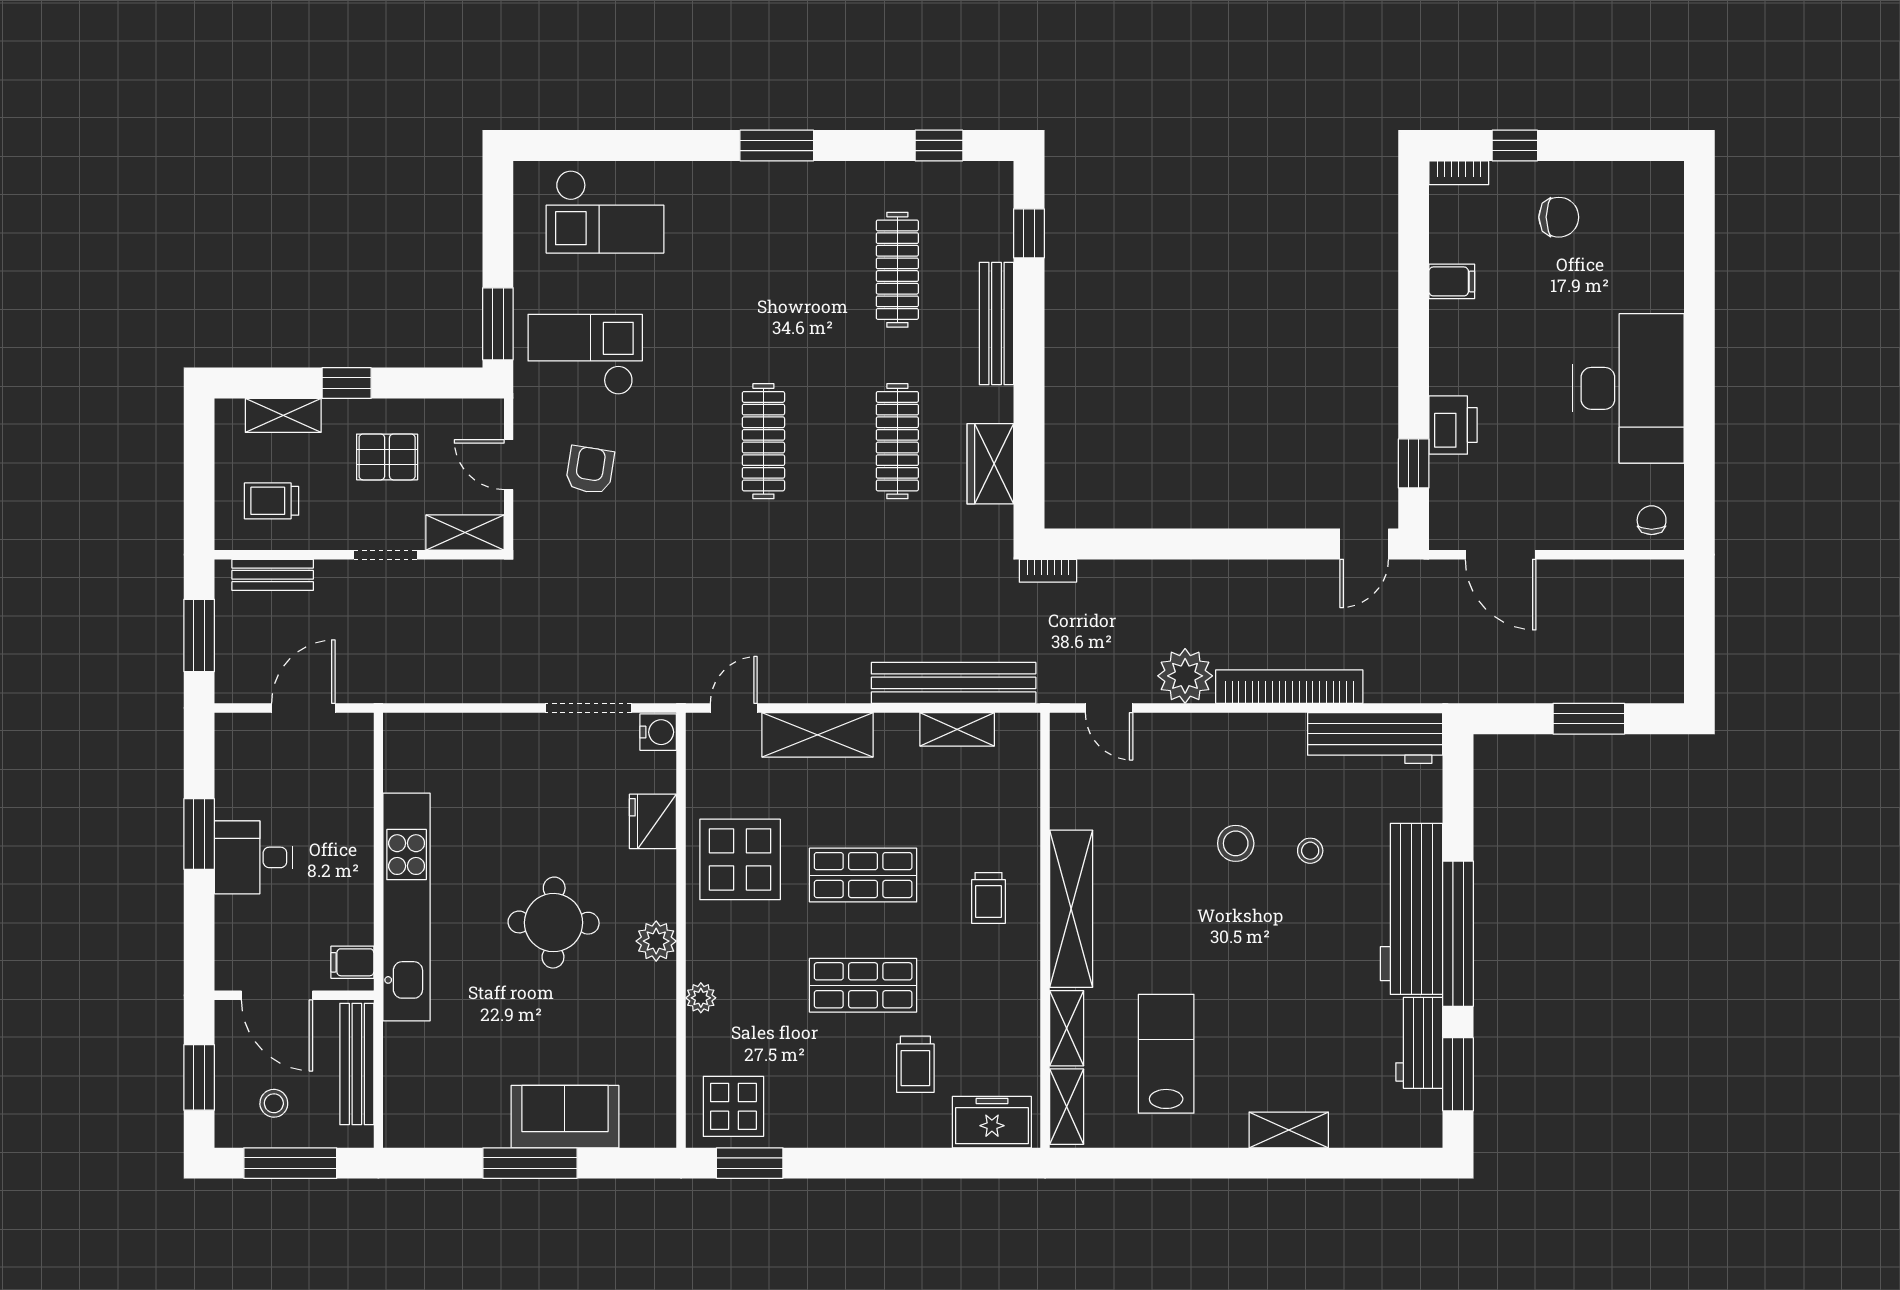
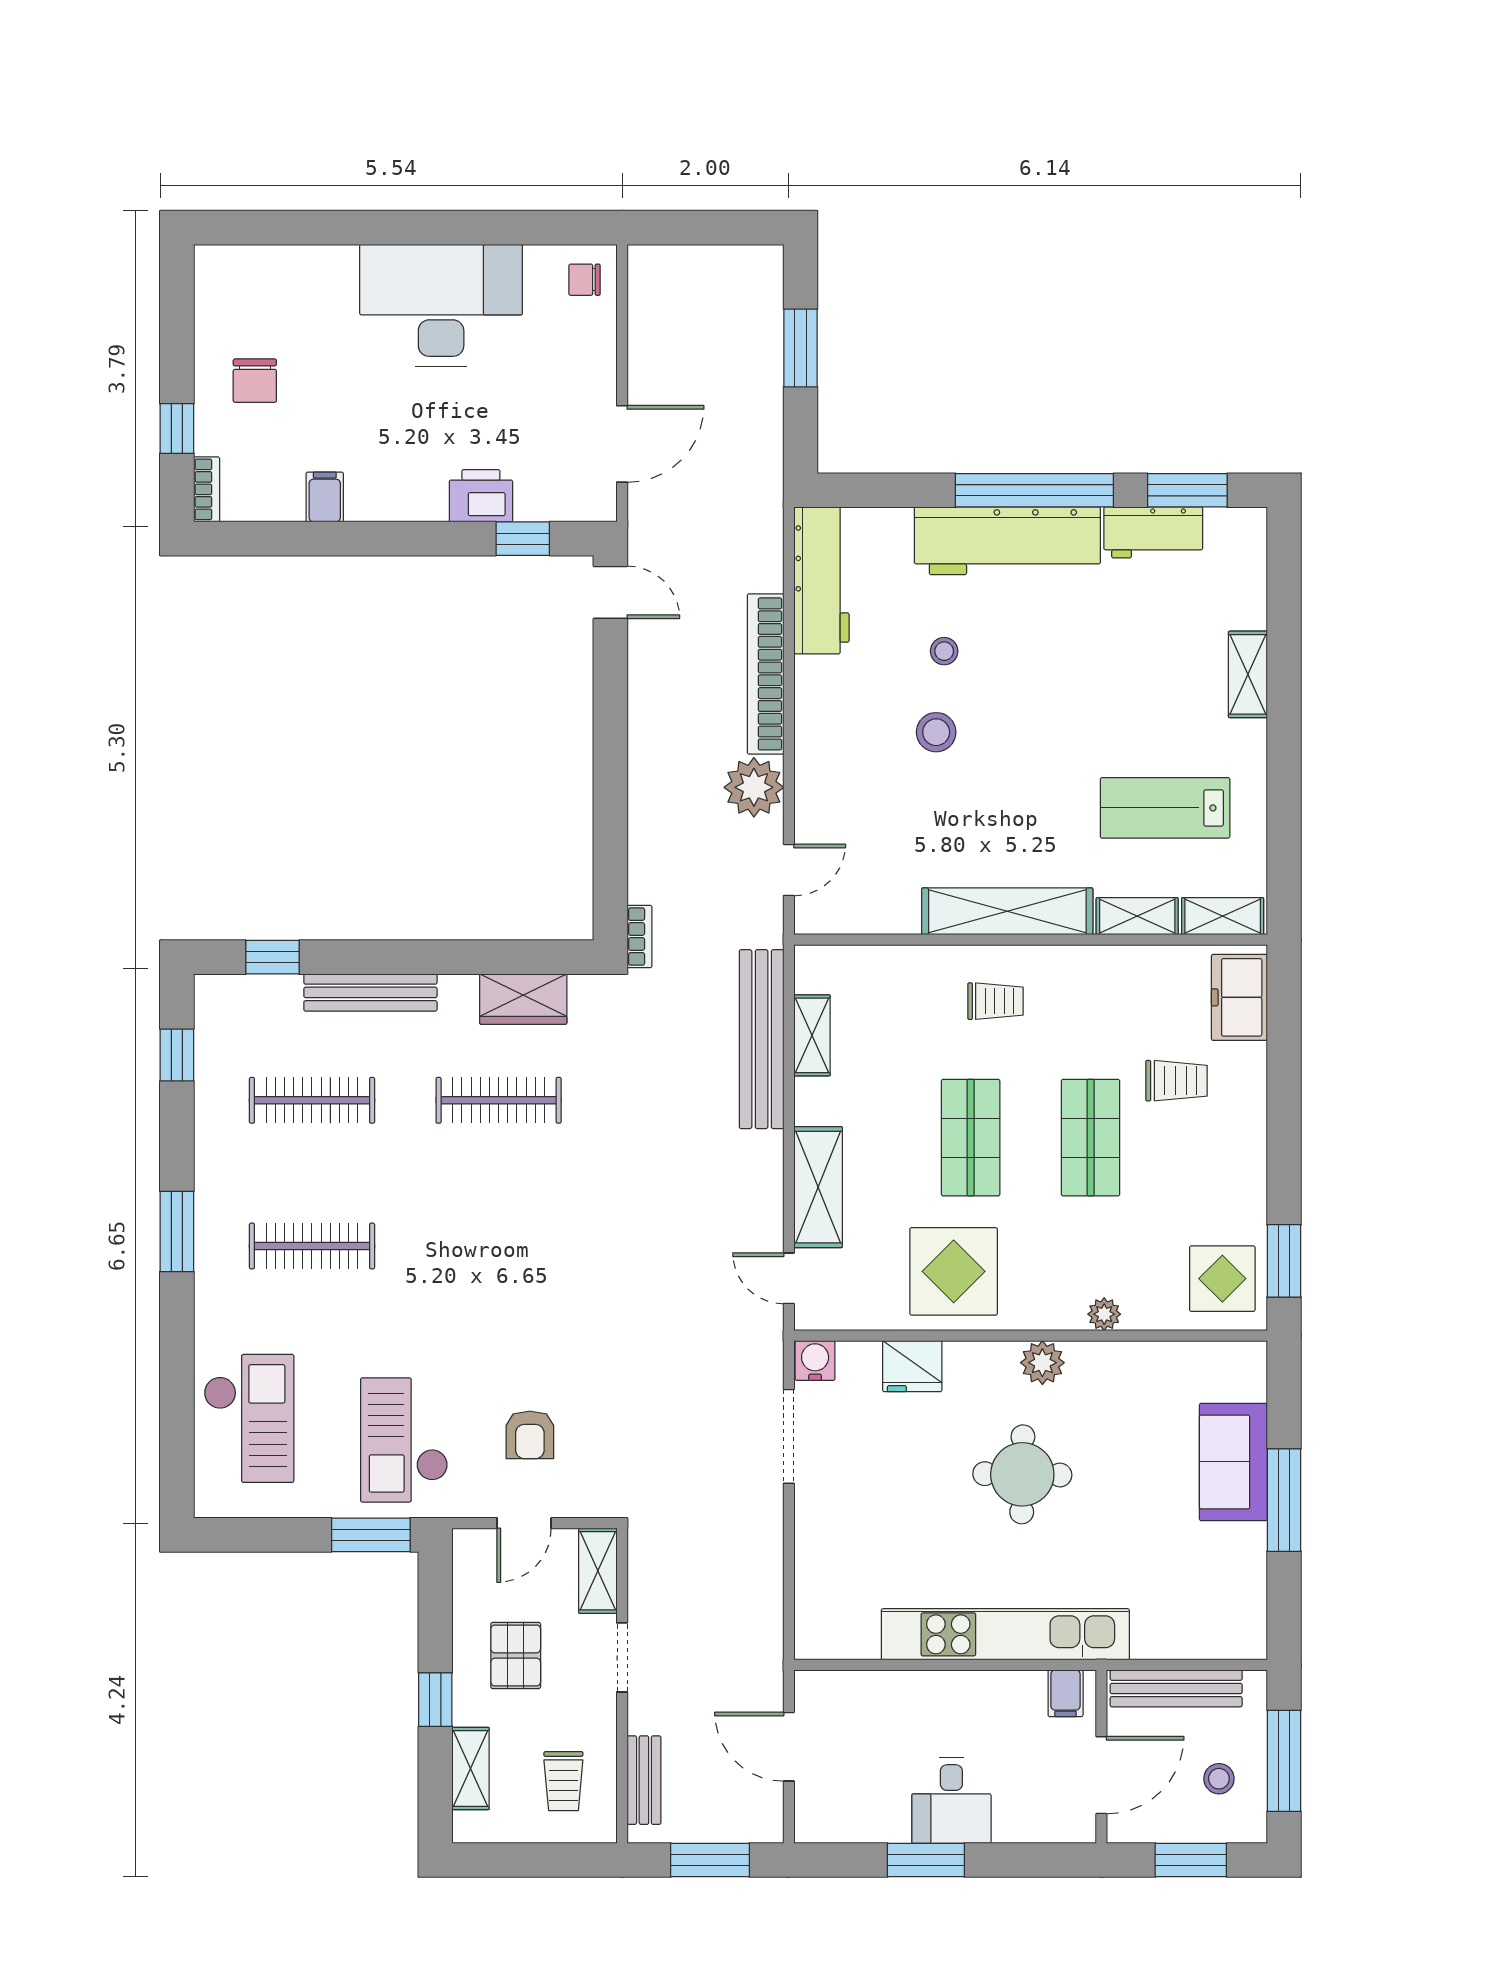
chair: (1559, 217) -> (255, 381), turned 180
clothes rail: (763, 441) -> (312, 1246), moved
armchair: (590, 470) -> (530, 1435), turned -99

